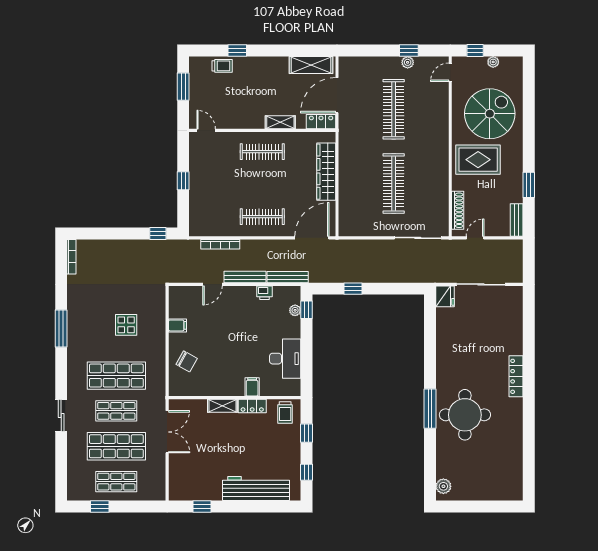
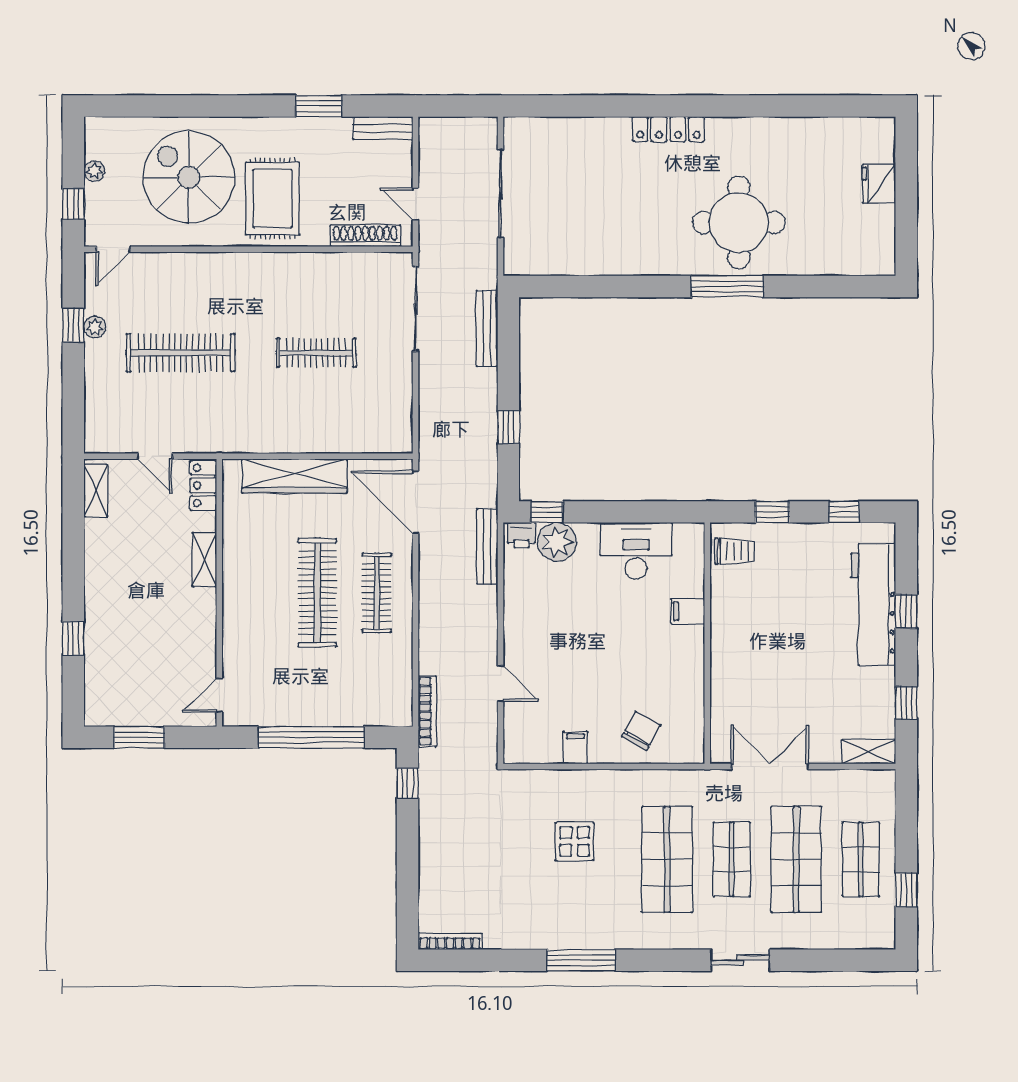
shelving: (311, 65) -> (96, 491), width x0.67, depth x0.75
trolley: (222, 66) -> (101, 666), removed
door: (450, 72) -> (113, 249), hinge flipped
door: (337, 95) -> (155, 456), width x0.53
clothes rail: (262, 152) -> (317, 593), moved, width x1.37, depth x1.31
window: (183, 181) -> (311, 737), width x3.17
clothes rail: (394, 184) -> (316, 353), width x0.73, depth x0.76
bookcase: (220, 244) -> (427, 711), moved
bench: (245, 277) -> (487, 328), moved
printer: (265, 293) -> (522, 535), moved, turned 90
fridge: (445, 296) -> (879, 184), moved, turned -90
plant: (295, 310) -> (557, 542), width x1.87, depth x1.87
shelving: (222, 406) -> (869, 752), moved, turned 90
locker: (252, 406) -> (723, 611), removed
plant: (443, 486) -> (869, 262), removed
window: (252, 506) -> (906, 612), added

